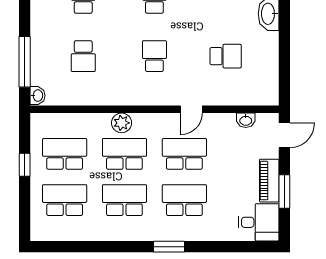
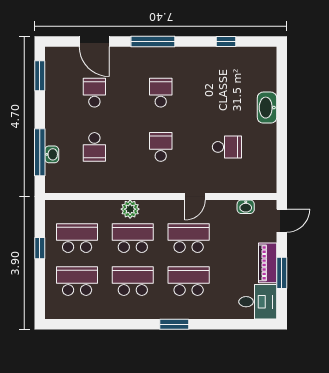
washbasin: (37, 96) -> (52, 154), moved

